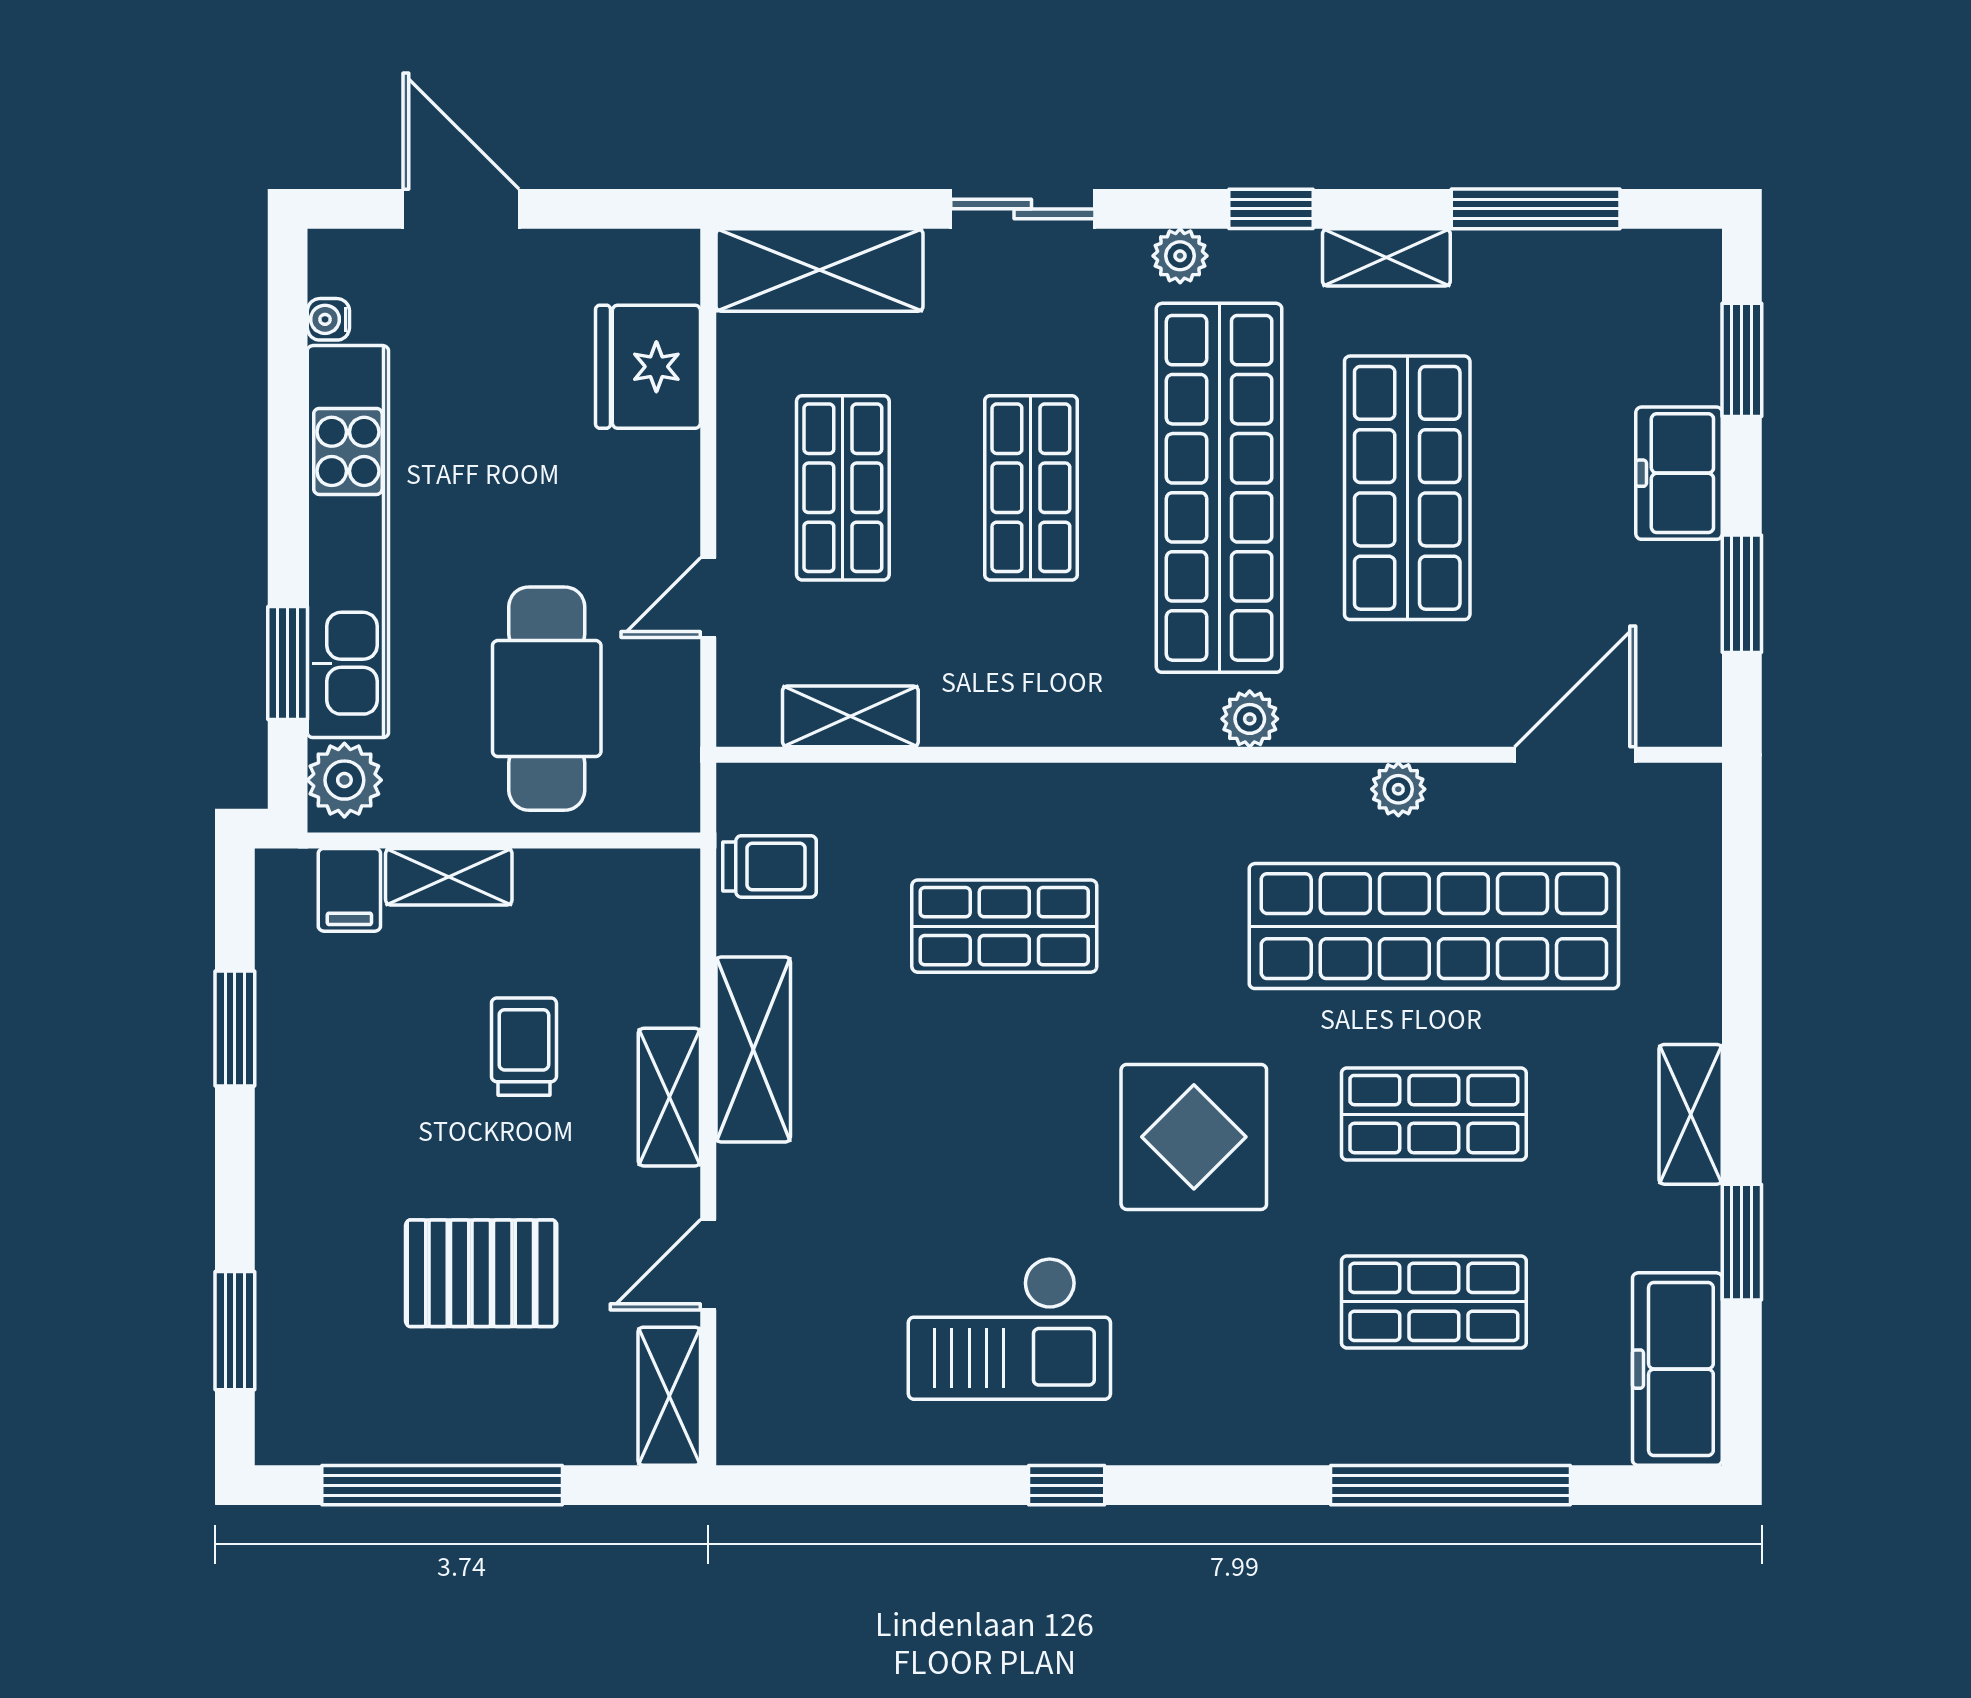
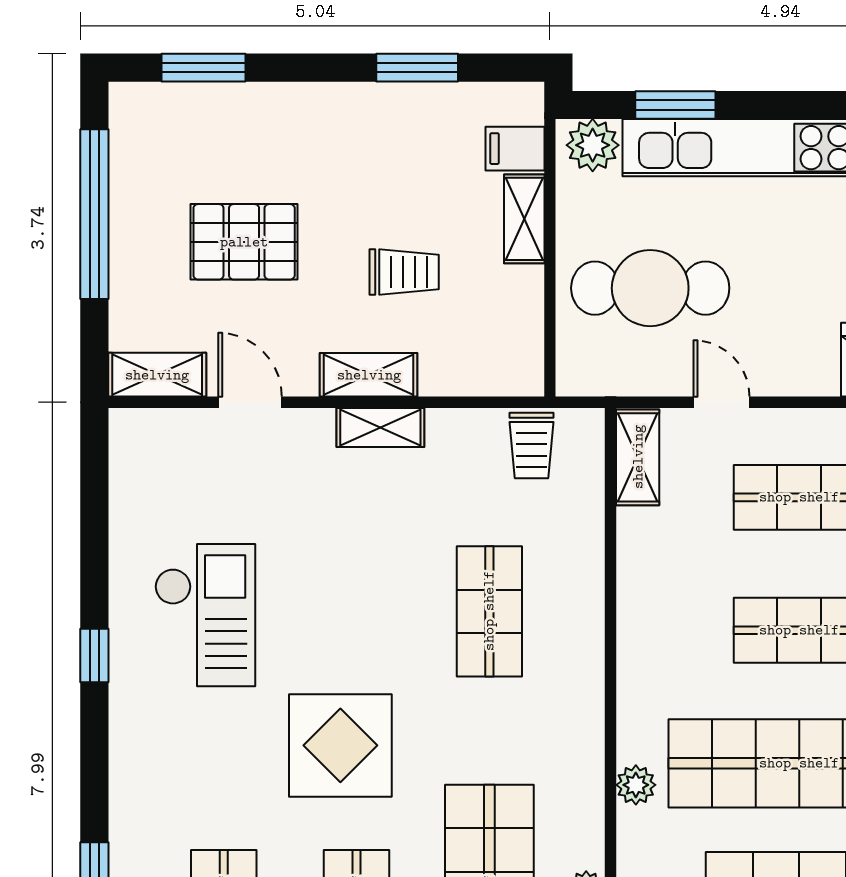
shelving: (850, 716) -> (638, 457), moved
shelving: (753, 1049) -> (380, 427), width x0.67, depth x0.75
pallet: (481, 1273) -> (244, 242), turned 90
checkout: (1009, 1328) -> (205, 615), turned 180

